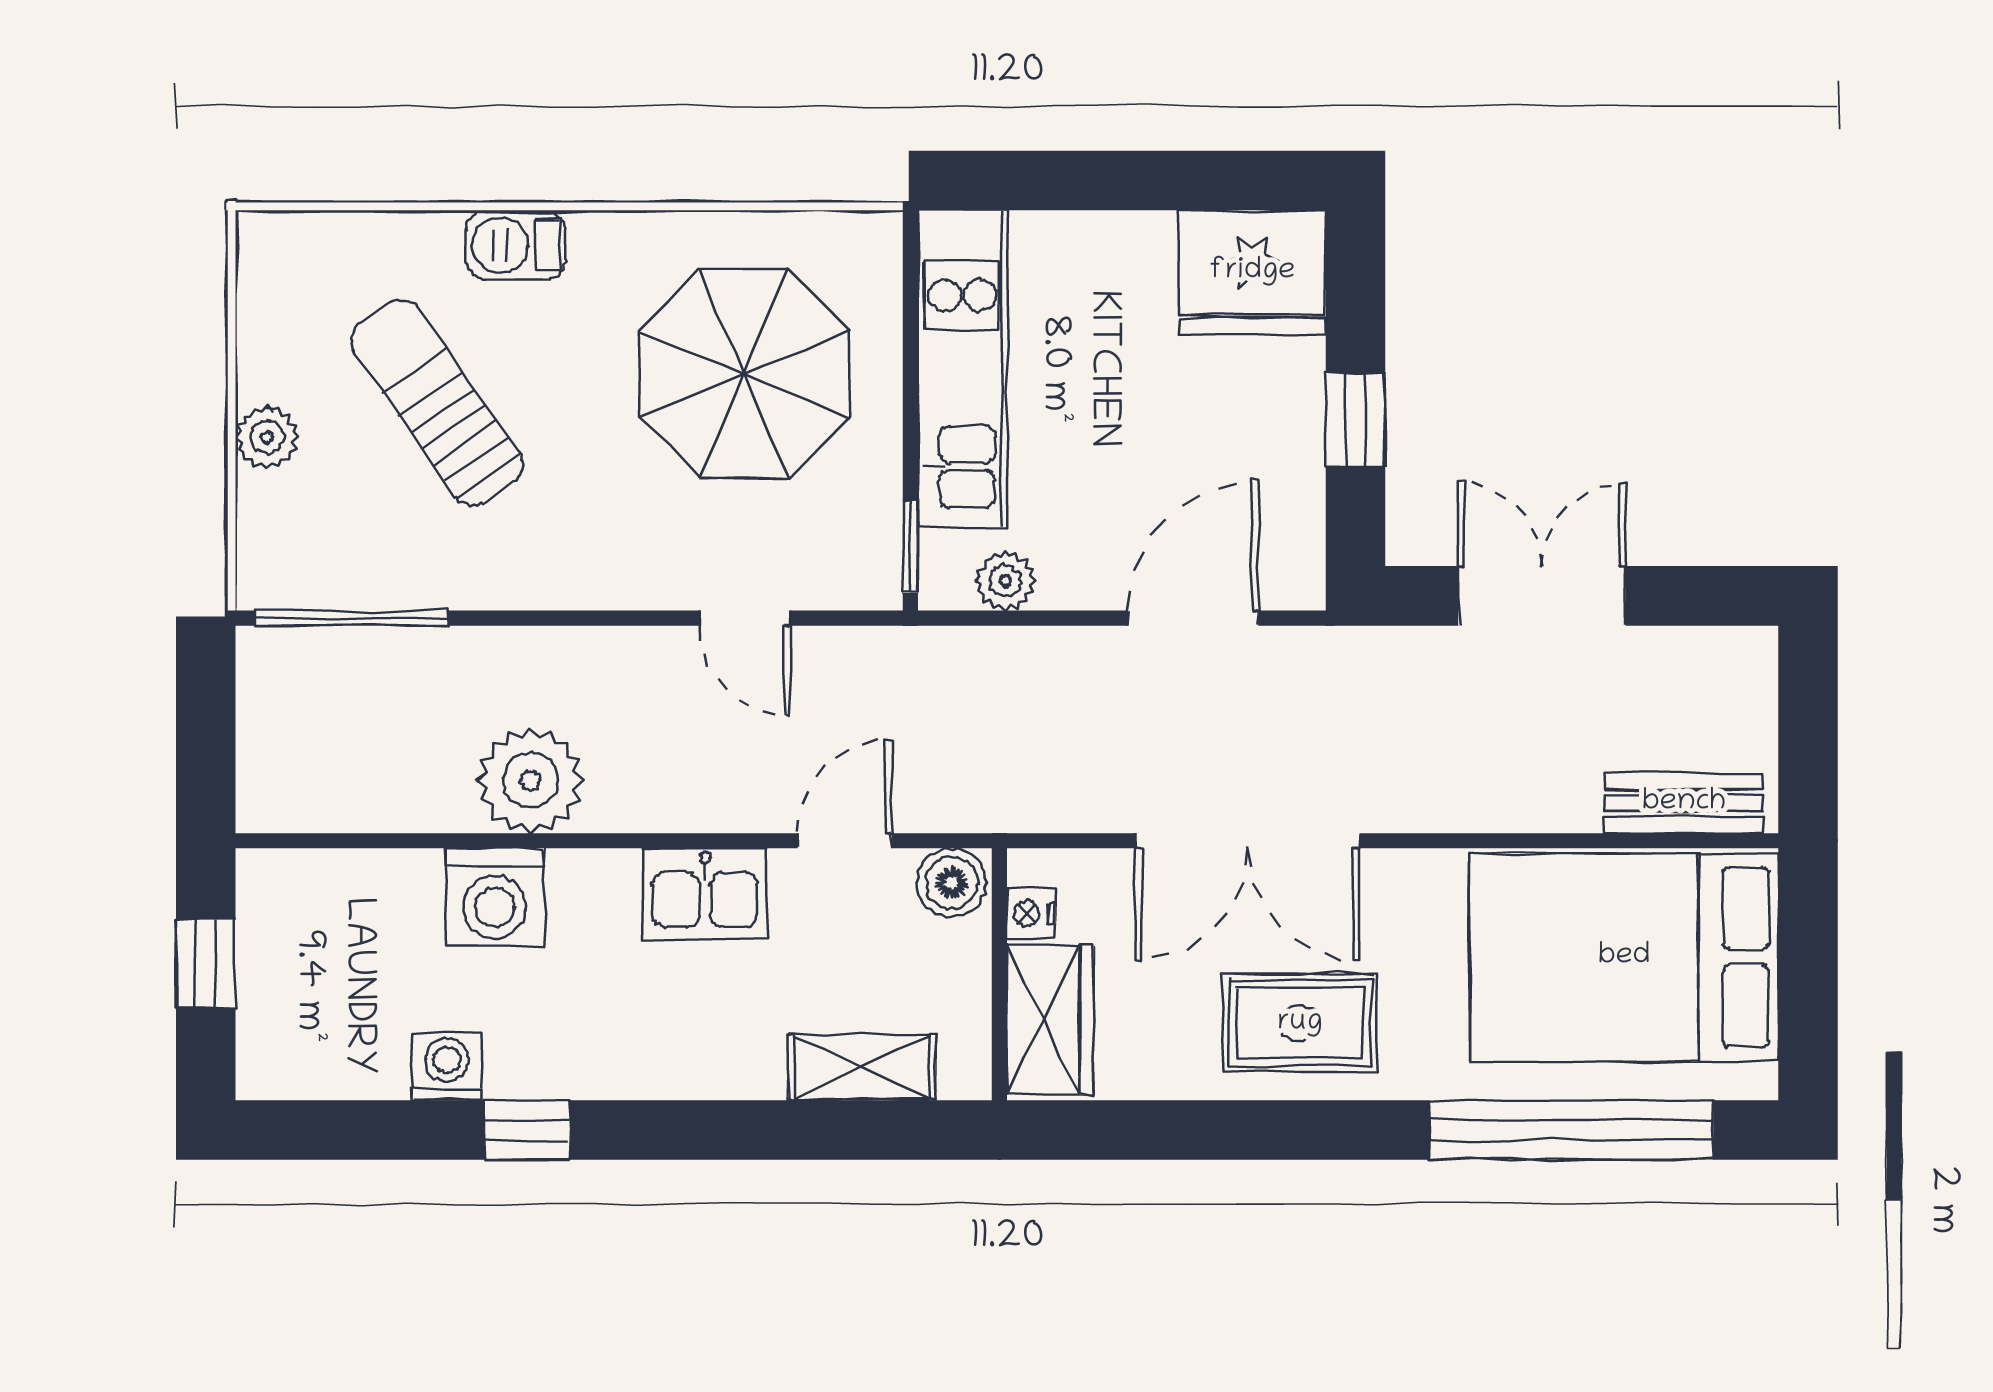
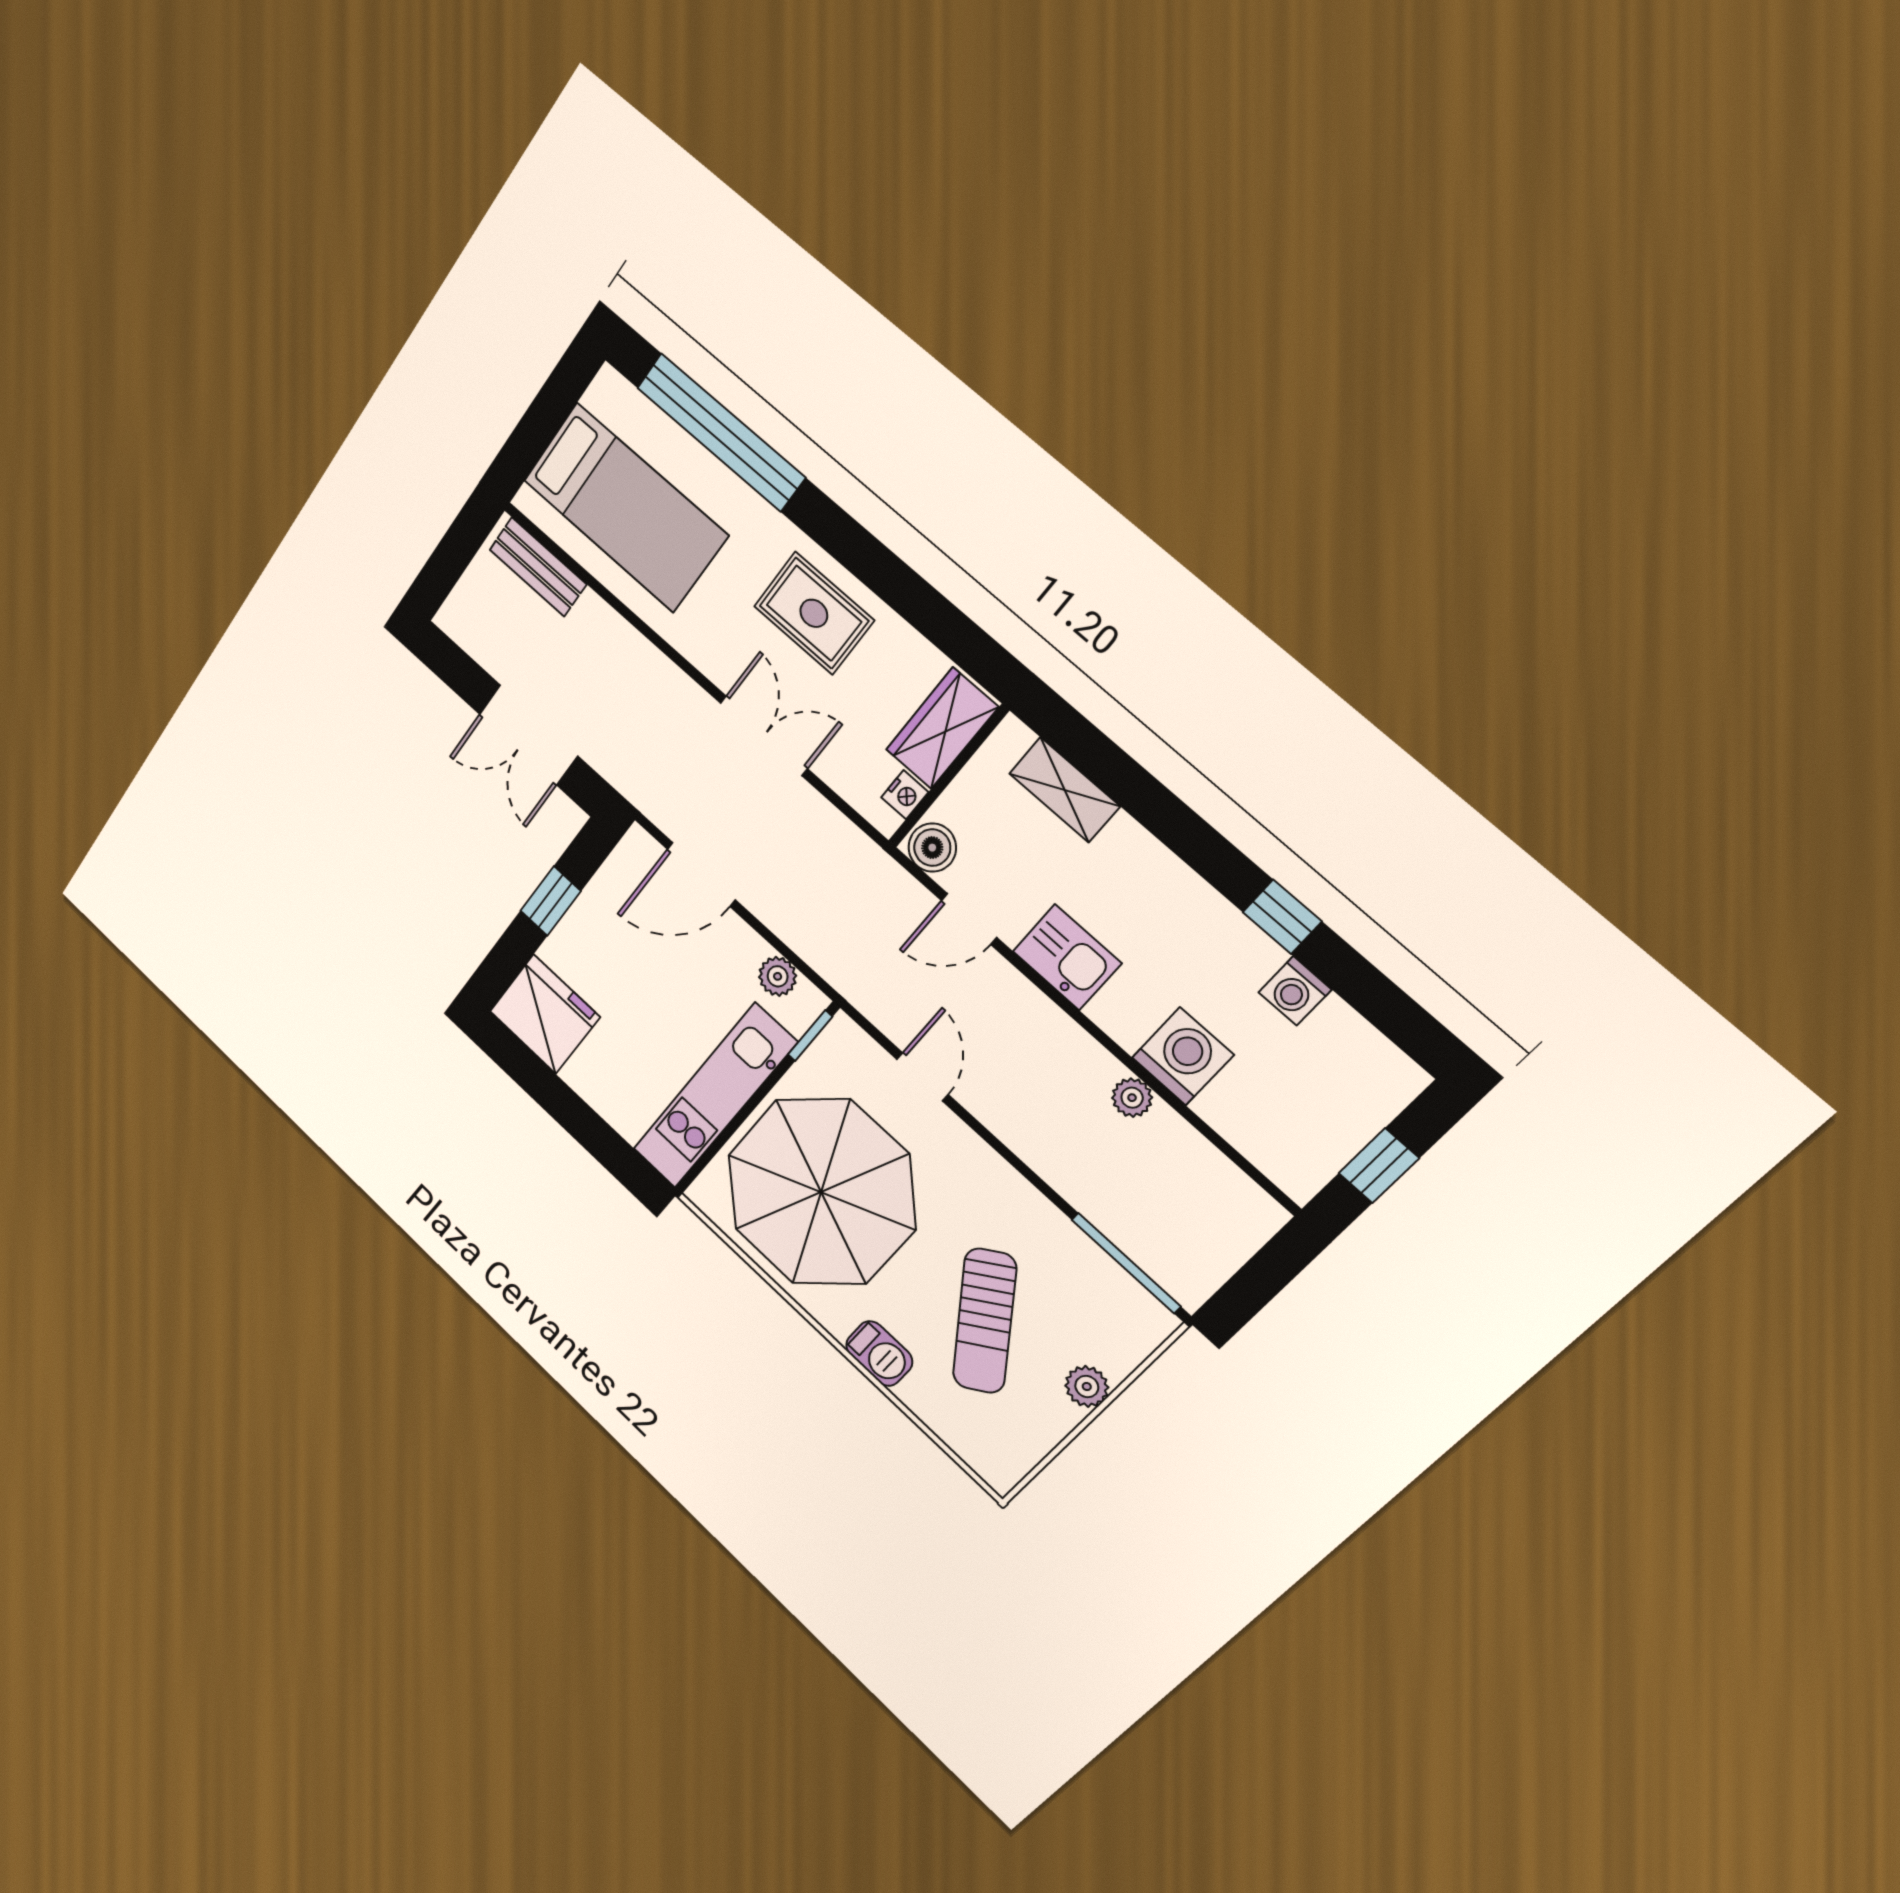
parasol: (744, 374) -> (821, 1192), width x1.36, depth x1.36
plant: (531, 780) -> (1132, 1098), width x0.53, depth x0.53
double door: (1248, 841) -> (764, 736), width x0.73
bed: (1624, 957) -> (625, 508), width x0.67

